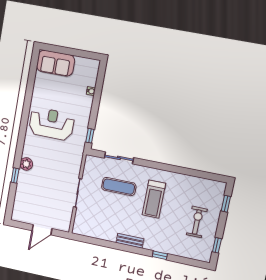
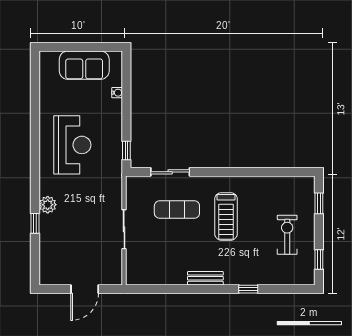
sofa: (56, 63) -> (84, 65), moved
reception desk: (51, 124) -> (72, 145), turned 90

